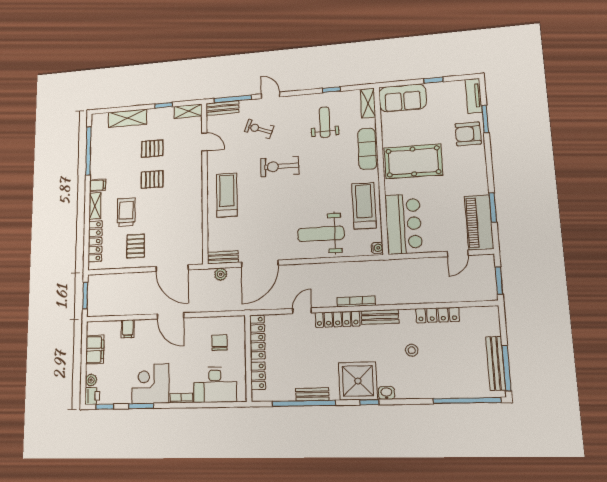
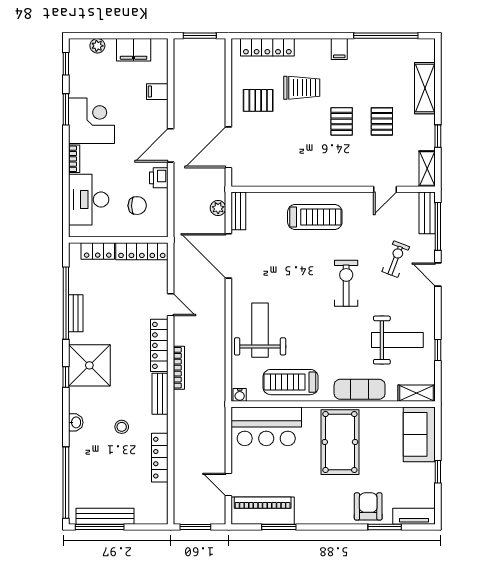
door: (271, 95) -> (438, 274), swing flipped
weight bench: (325, 122) -> (397, 340), width x1.36, depth x1.33
shelving: (95, 206) -> (313, 46), removed
treadmill: (364, 206) -> (291, 382), turned 180
washbasin: (386, 393) -> (76, 422), moved
printer: (92, 396) -> (159, 178), moved, turned 90

